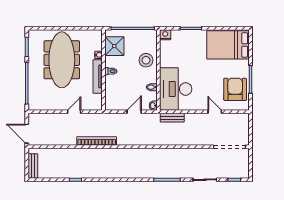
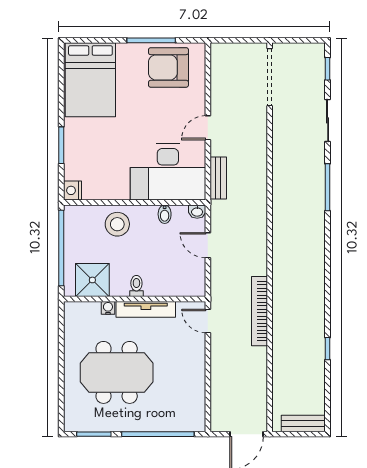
meeting table: (62, 60) -> (117, 372), width x0.73
door: (74, 112) -> (208, 321), moved
door: (215, 112) -> (208, 128), moved

